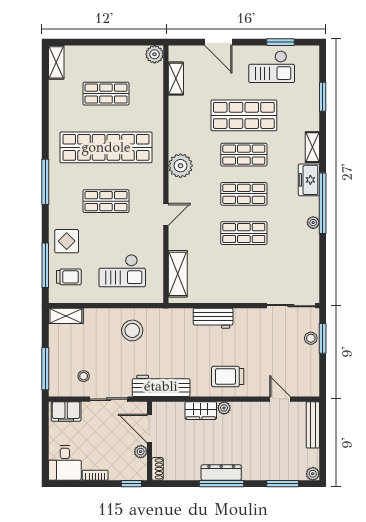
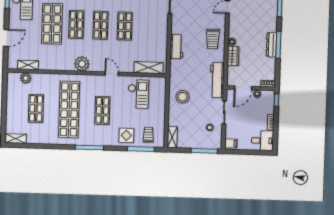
plant: (155, 54) -> (26, 78), moved
checkout: (122, 271) -> (138, 94), moved
filing cabinet: (66, 411) -> (231, 143), width x0.50

